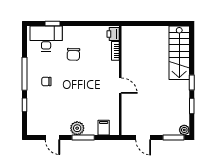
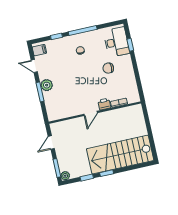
printer: (113, 34) -> (104, 104), moved
stairs: (179, 53) -> (120, 155), width x1.36, depth x1.51
filing cabinet: (104, 128) -> (39, 50), moved
door: (52, 137) -> (34, 66), hinge flipped

